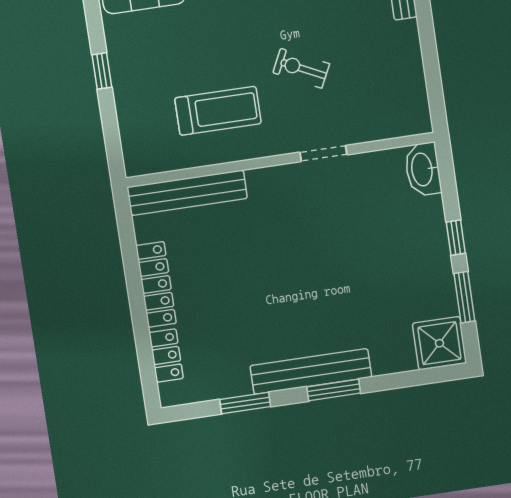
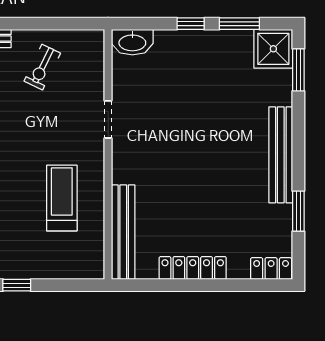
exercise bike: (301, 68) -> (42, 67), moved
locker: (166, 355) -> (271, 269), moved
window: (334, 390) -> (298, 70), moved

